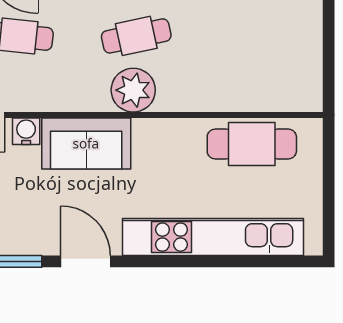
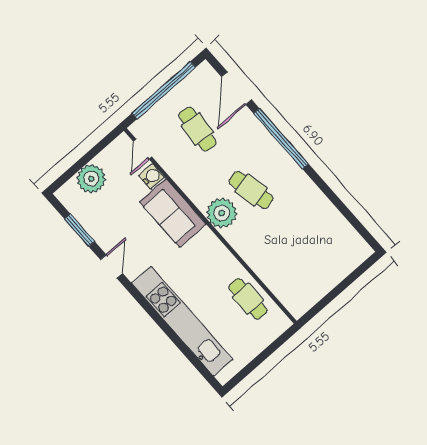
cafe table: (252, 144) -> (248, 299), width x0.73, depth x0.74
door: (86, 261) -> (112, 266), width x0.73

